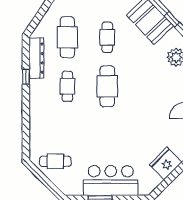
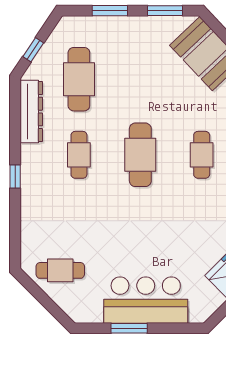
window: (38, 18) -> (33, 50), added
cafe table: (107, 37) -> (202, 155), moved
window: (26, 77) -> (15, 177), moved

